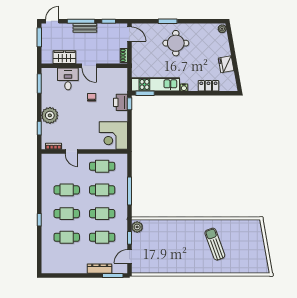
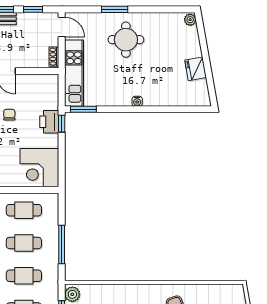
kitchen unit: (155, 84) -> (74, 73), moved, turned 90
locker: (208, 86) -> (171, 99), removed

